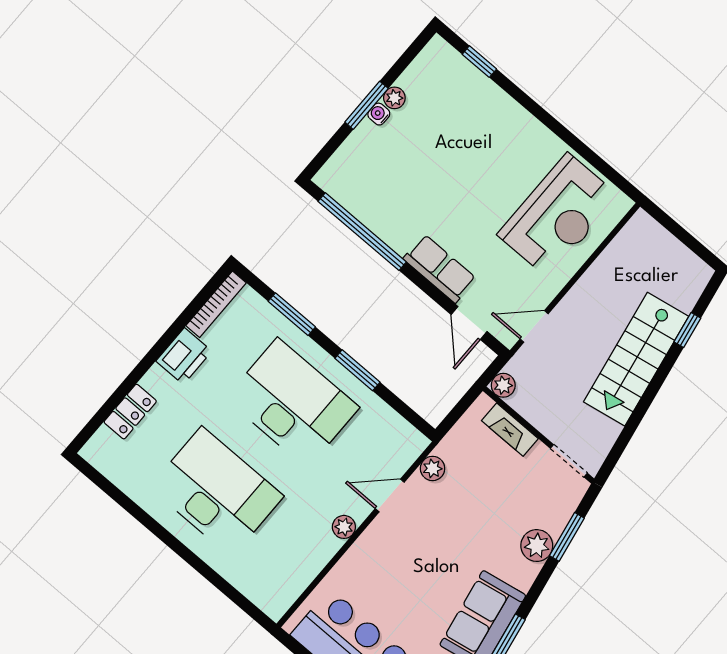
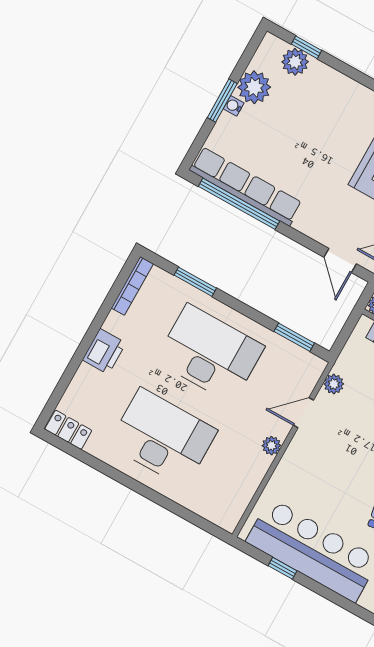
plant: (462, 76) -> (295, 62), added
plant: (394, 98) -> (254, 87), width x1.88, depth x1.88
row of seats: (440, 269) -> (246, 186), moved, width x2.02
printer: (184, 356) -> (104, 351), moved
window: (357, 370) -> (294, 337), moved
locker: (130, 412) -> (68, 430), moved, turned -90

